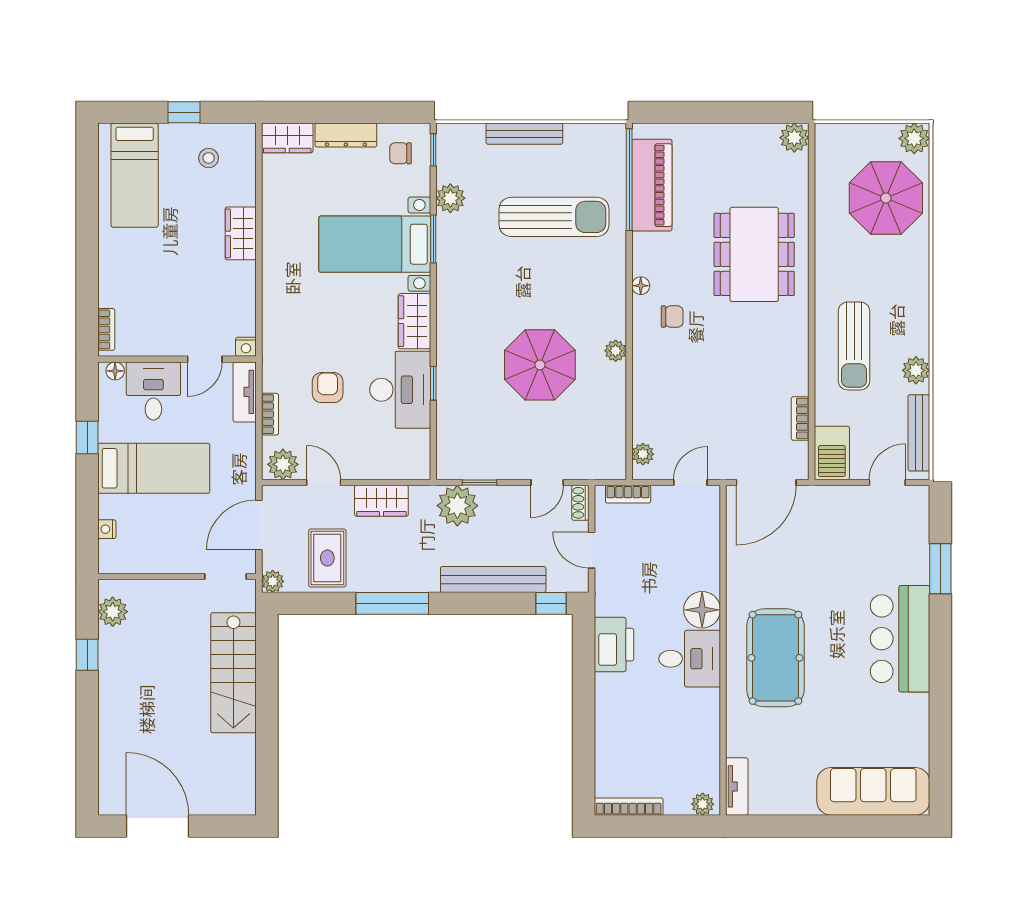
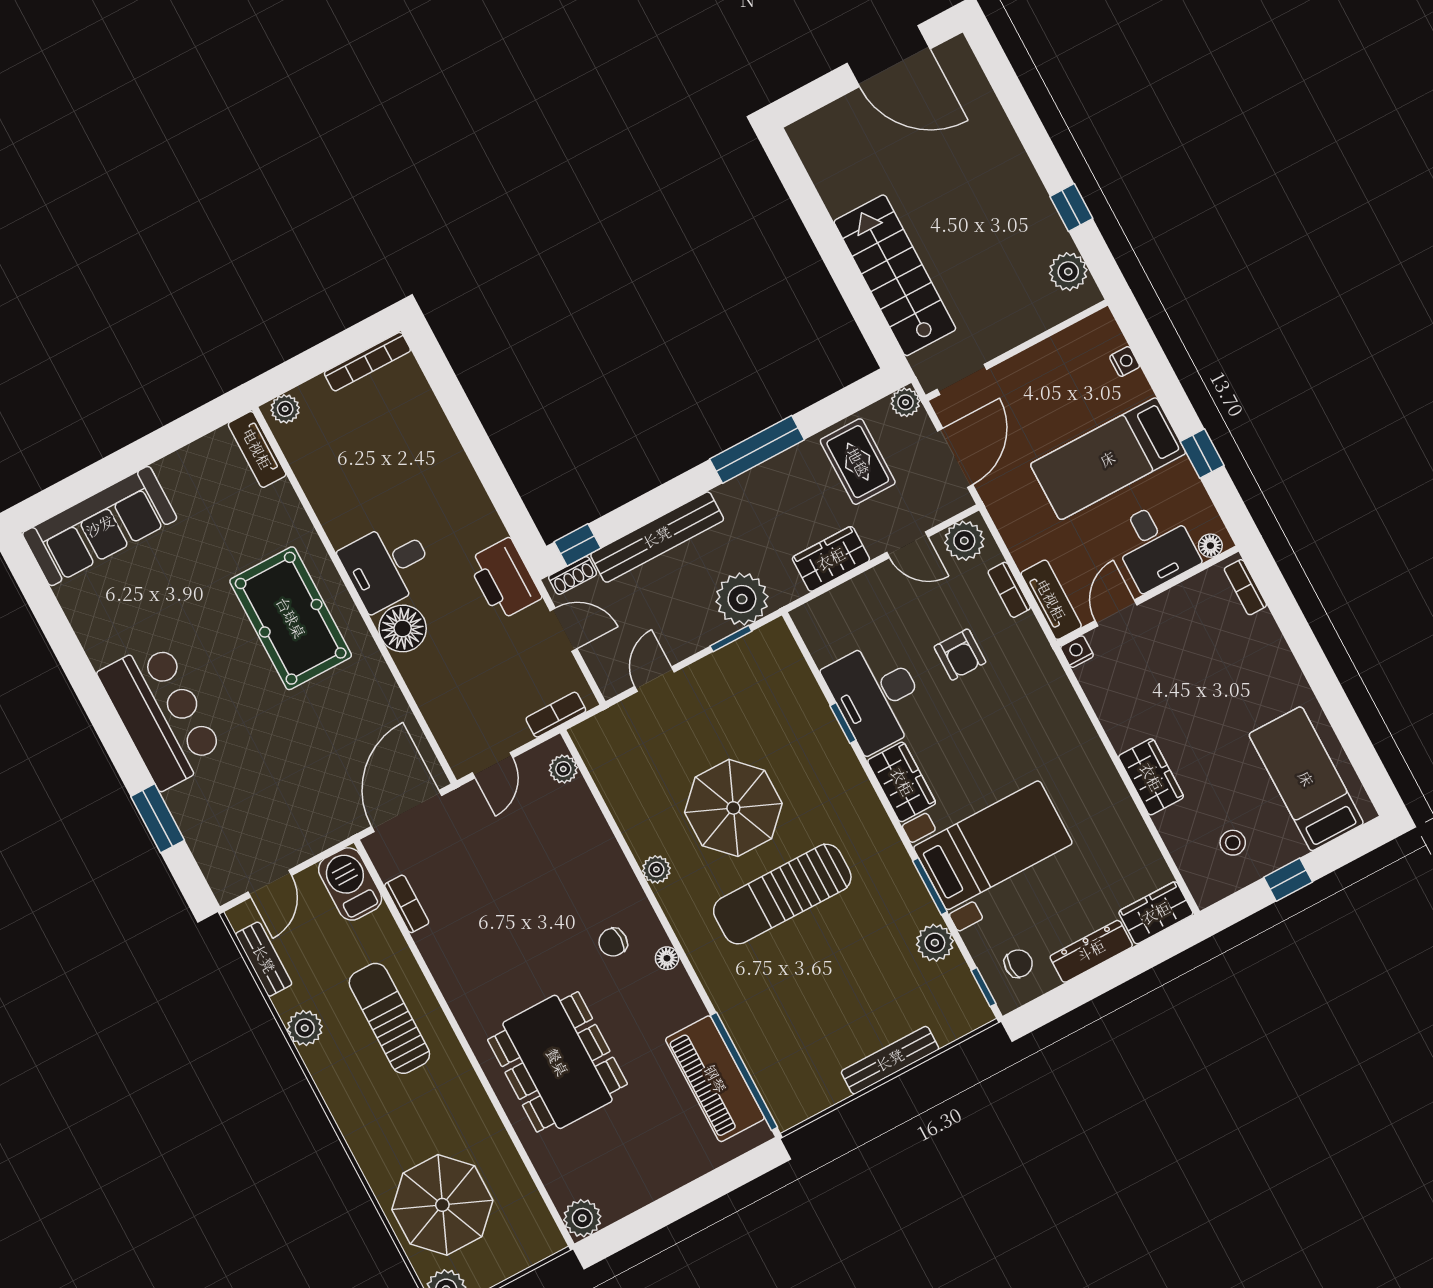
sun lounger: (554, 217) -> (782, 894), moved
bench: (919, 433) -> (264, 959), width x0.73
shoe rack: (580, 503) -> (573, 575), moved, turned 90
printer: (614, 645) -> (504, 579), moved

